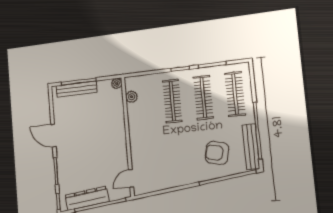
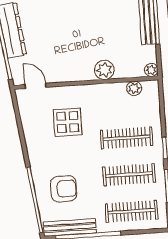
plant: (117, 122) -> (104, 70), added
display table: (160, 151) -> (68, 122), added
armchair: (217, 153) -> (64, 189), turned 77

